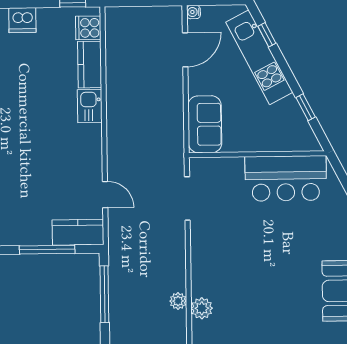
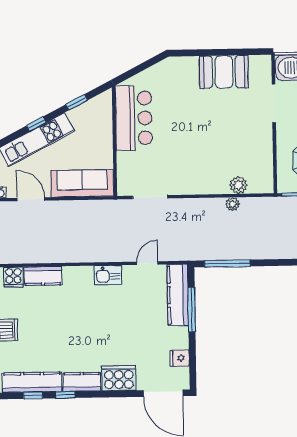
window: (267, 35) -> (36, 124), moved
kitchen sink: (90, 106) -> (108, 275), moved
sofa: (205, 124) -> (82, 183), width x1.36
kitchen counter: (78, 232) -> (178, 295), width x1.50

